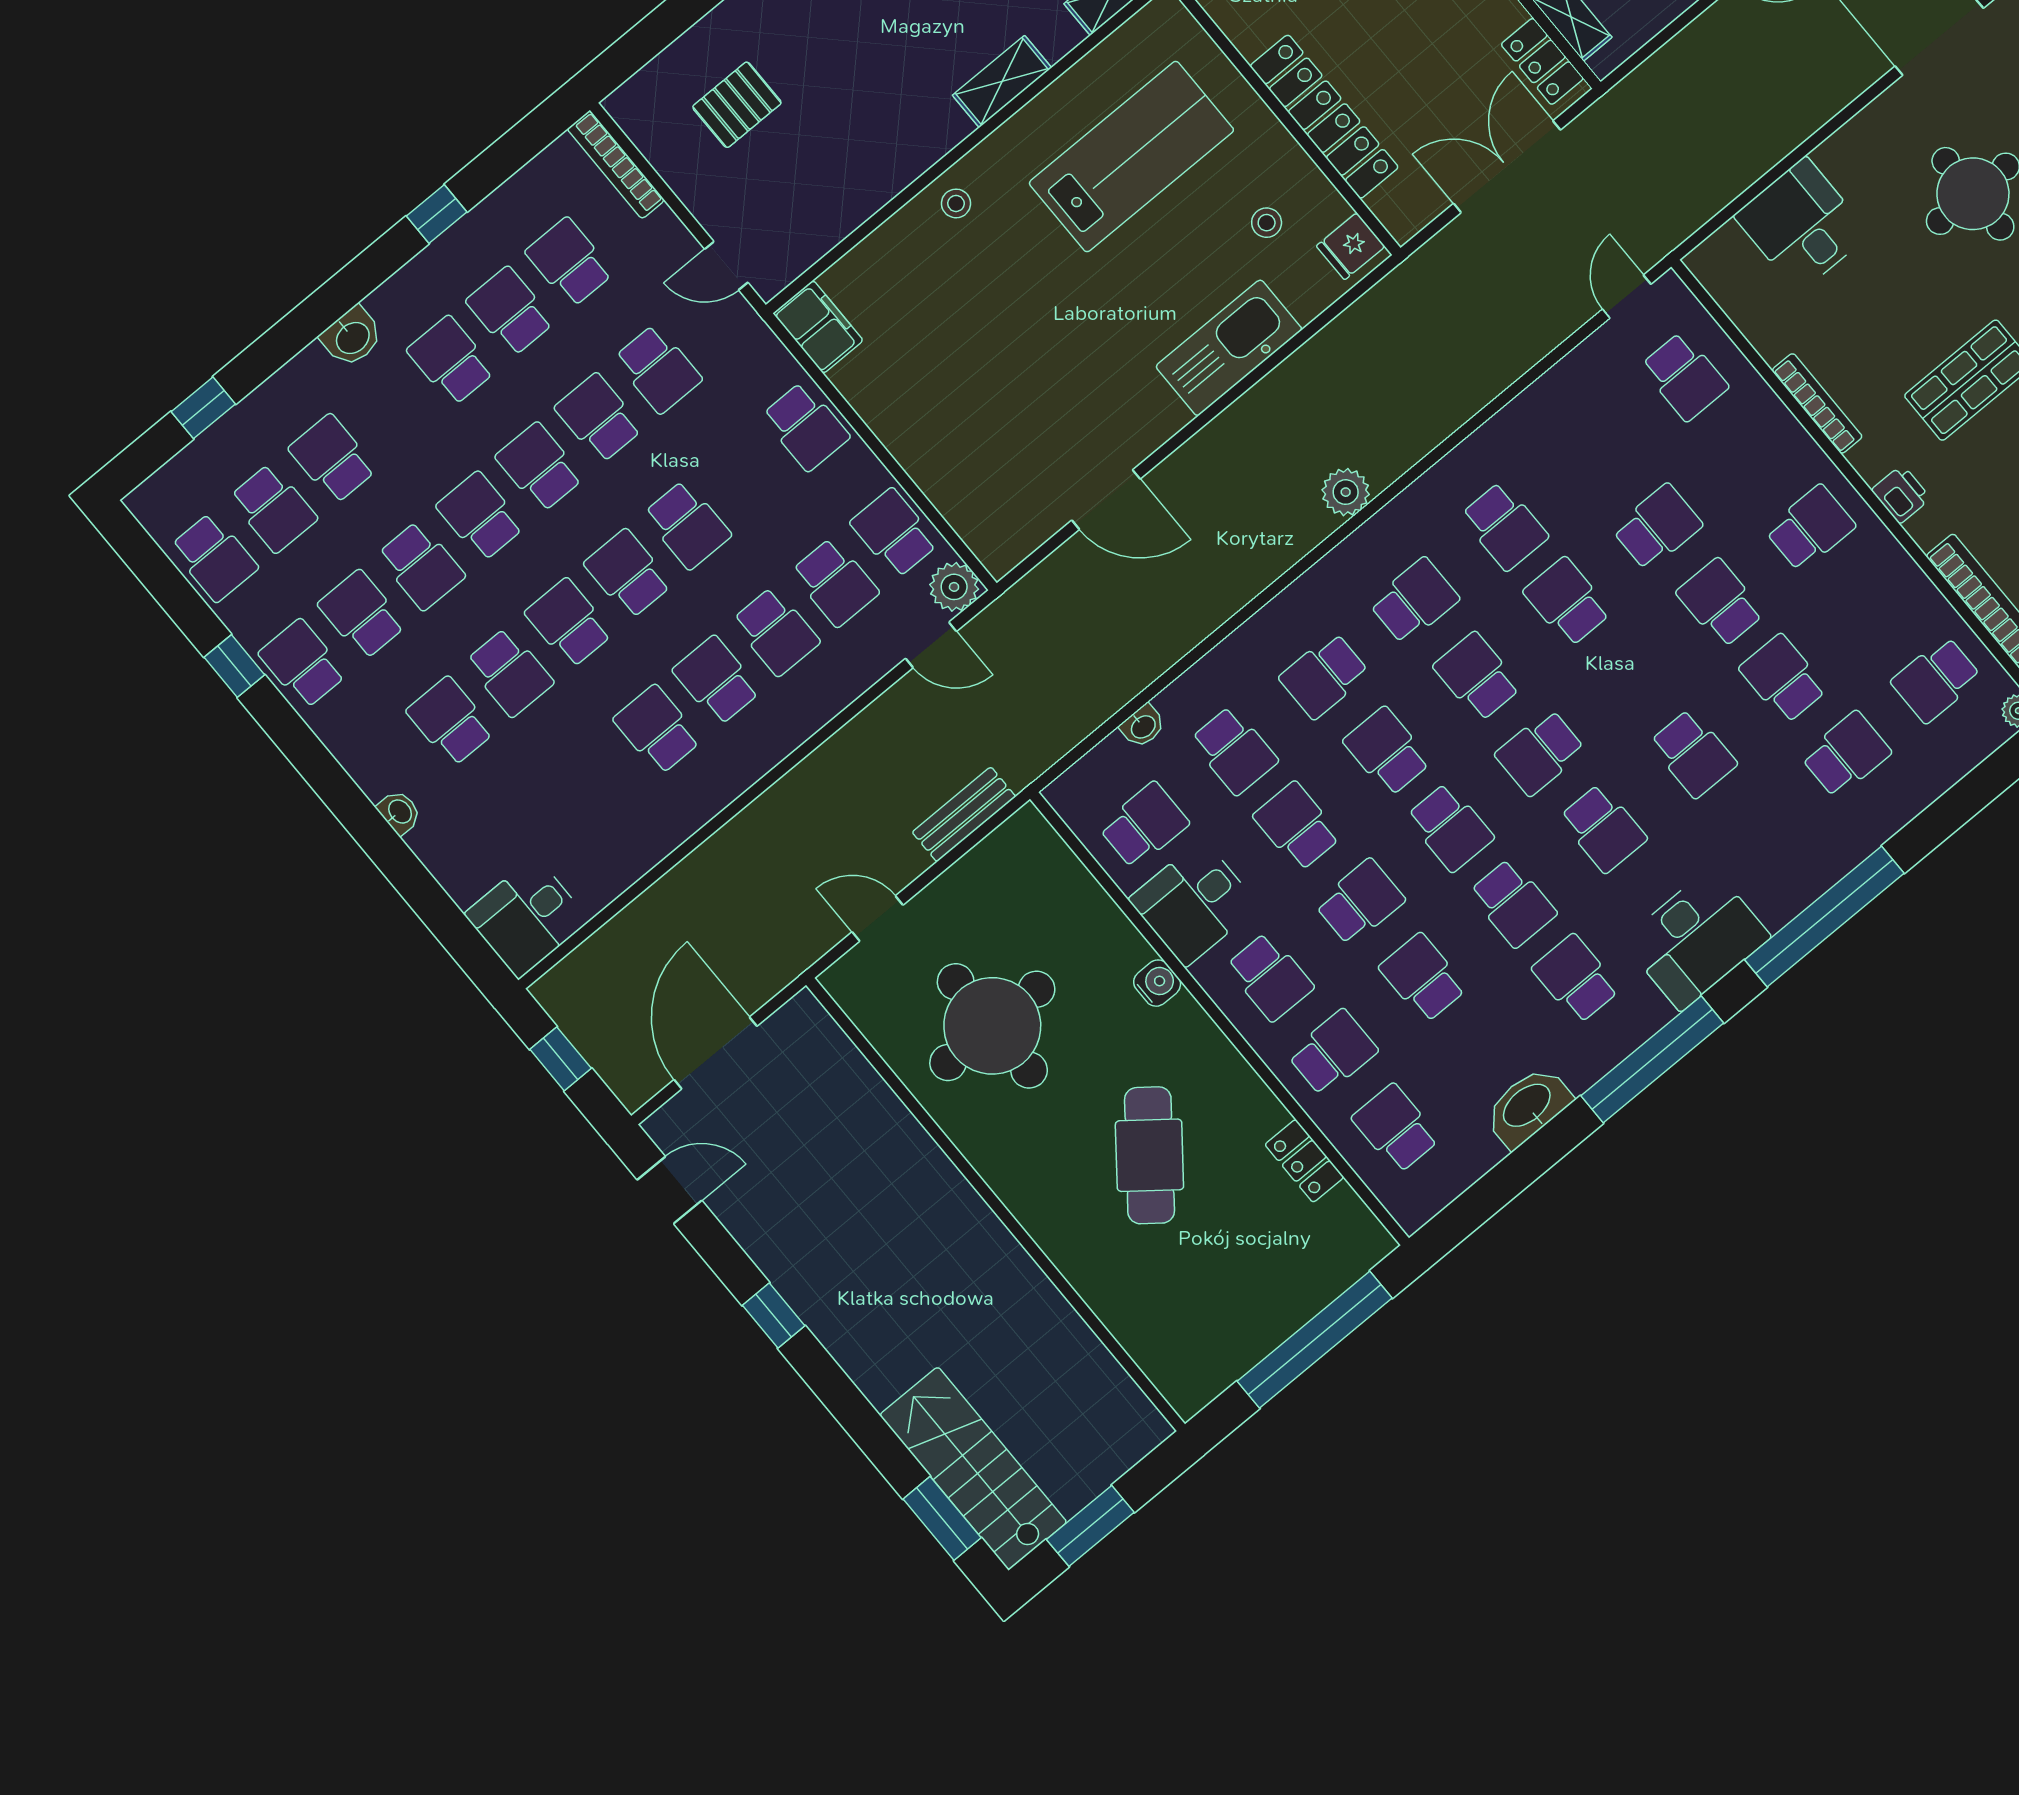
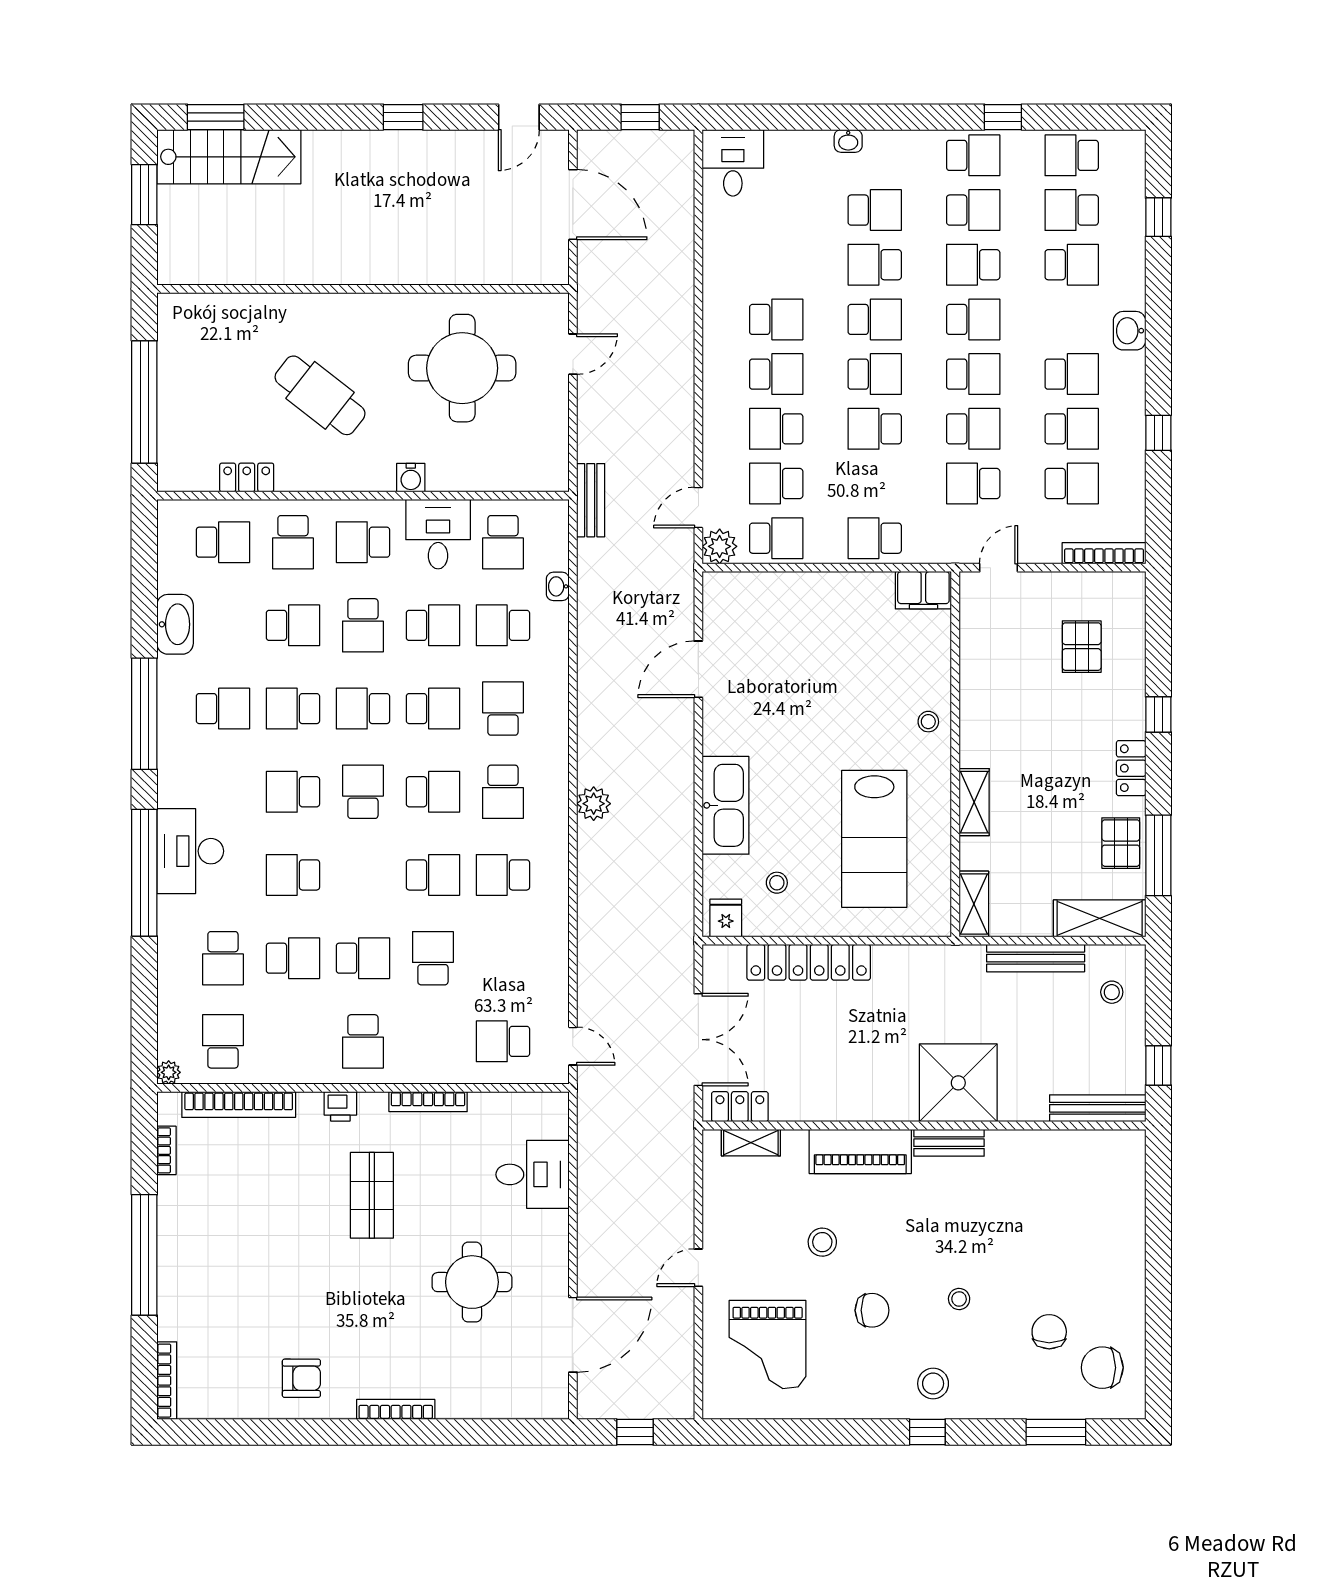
school desk: (1657, 527) -> (433, 958), turned 180
bench: (964, 814) -> (591, 500), moved
desk: (1696, 939) -> (190, 851), moved

